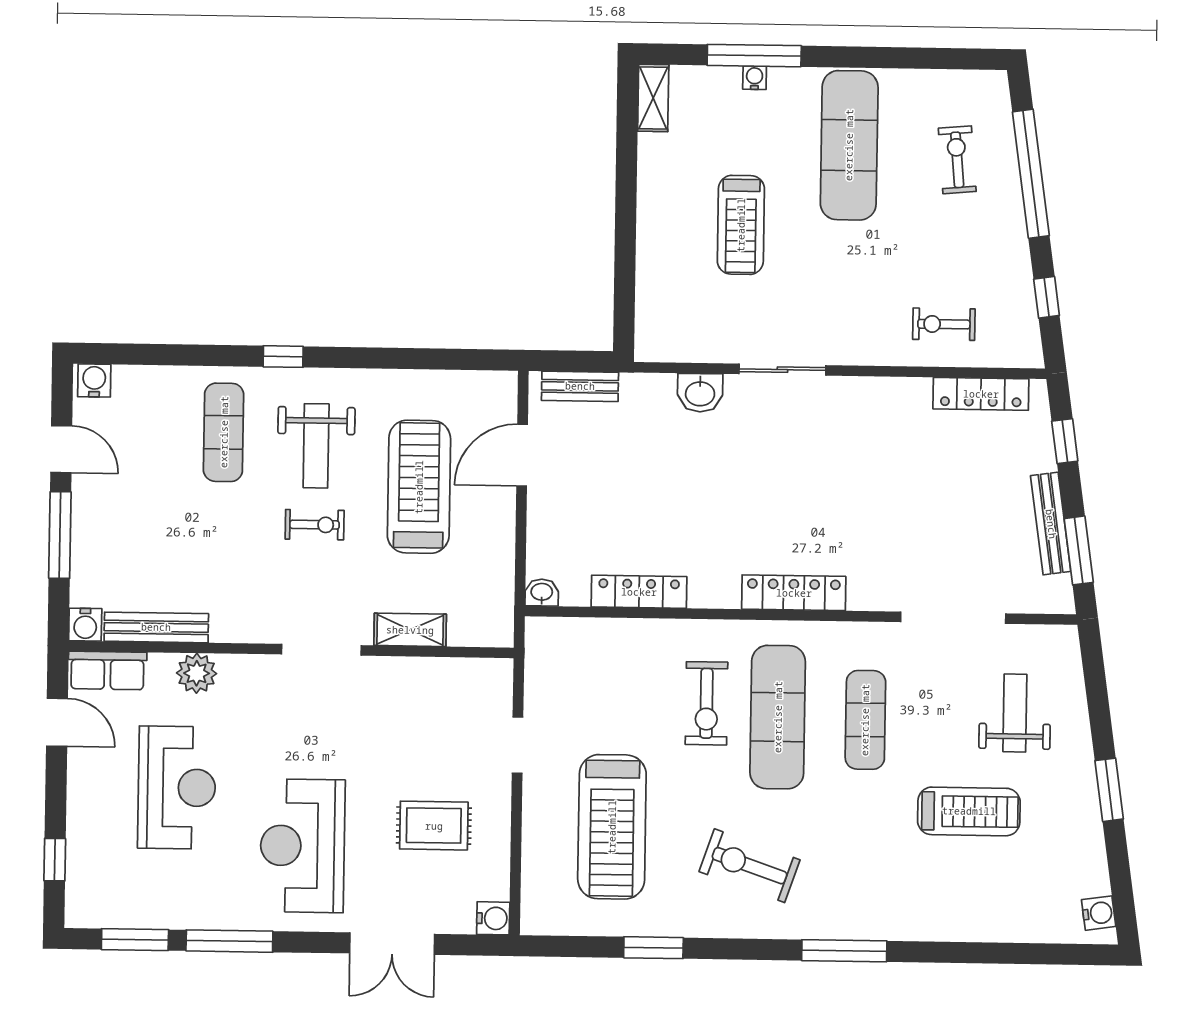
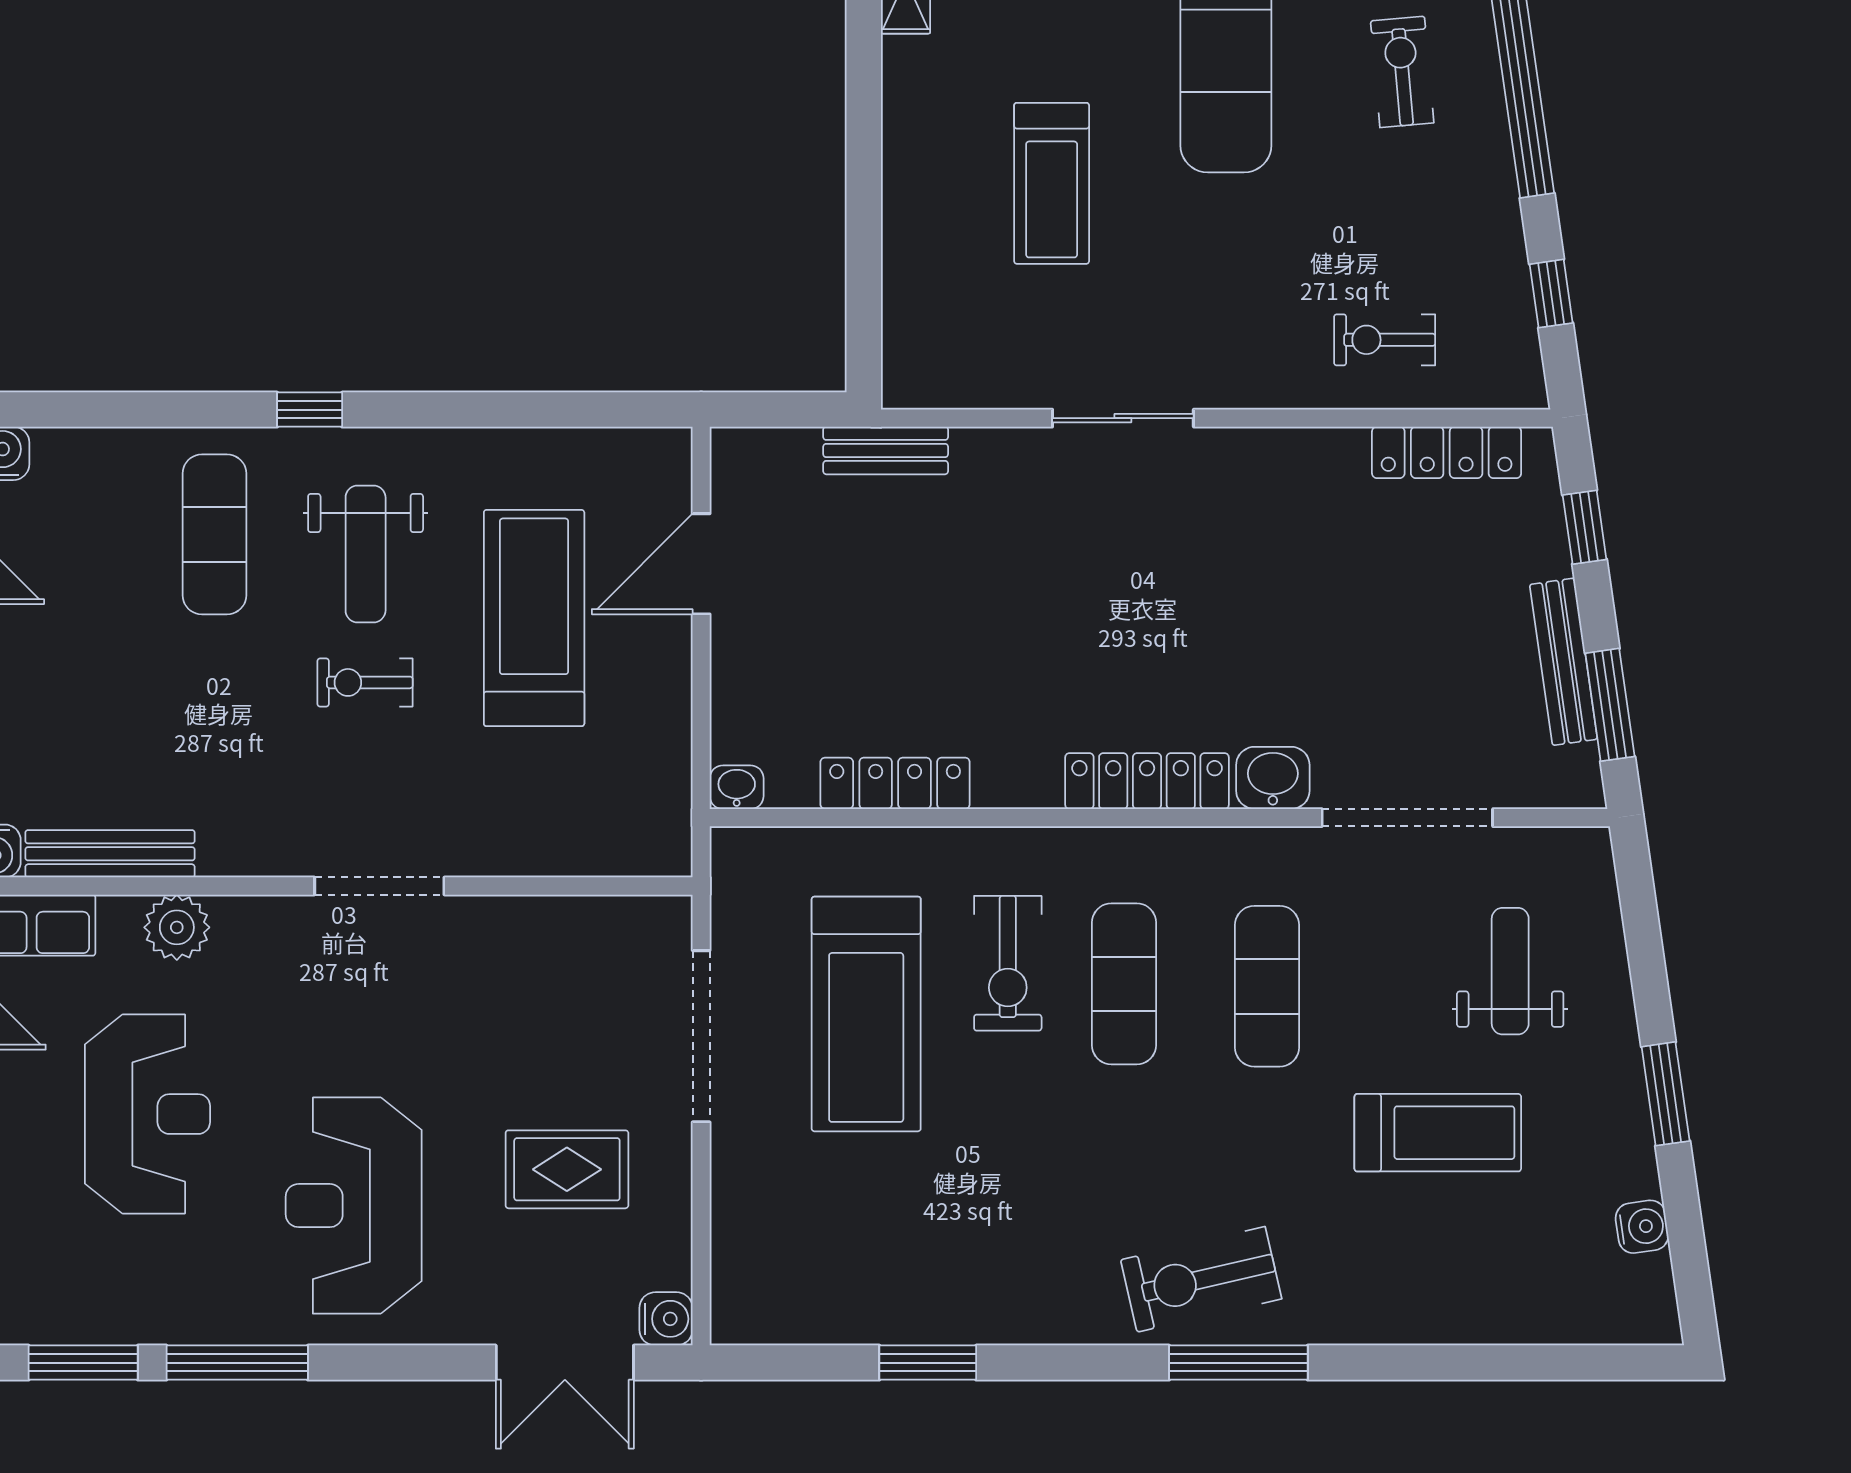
bench: (580, 386) -> (886, 450), moved
washbasin: (700, 393) -> (1273, 778), moved, turned 180
exercise bike: (315, 525) -> (365, 682), turned 180
shelving: (410, 630) -> (523, 851), removed
exercise mat: (778, 717) -> (1124, 984), width x0.73, depth x0.69
doorway: (517, 745) -> (701, 1036), width x1.88
treadmill: (612, 827) -> (866, 1014), moved
exercise bike: (750, 866) -> (1201, 1279), moved, turned -32
water cooler: (1099, 913) -> (1642, 1227), moved
double door: (392, 944) -> (565, 1363), moved

